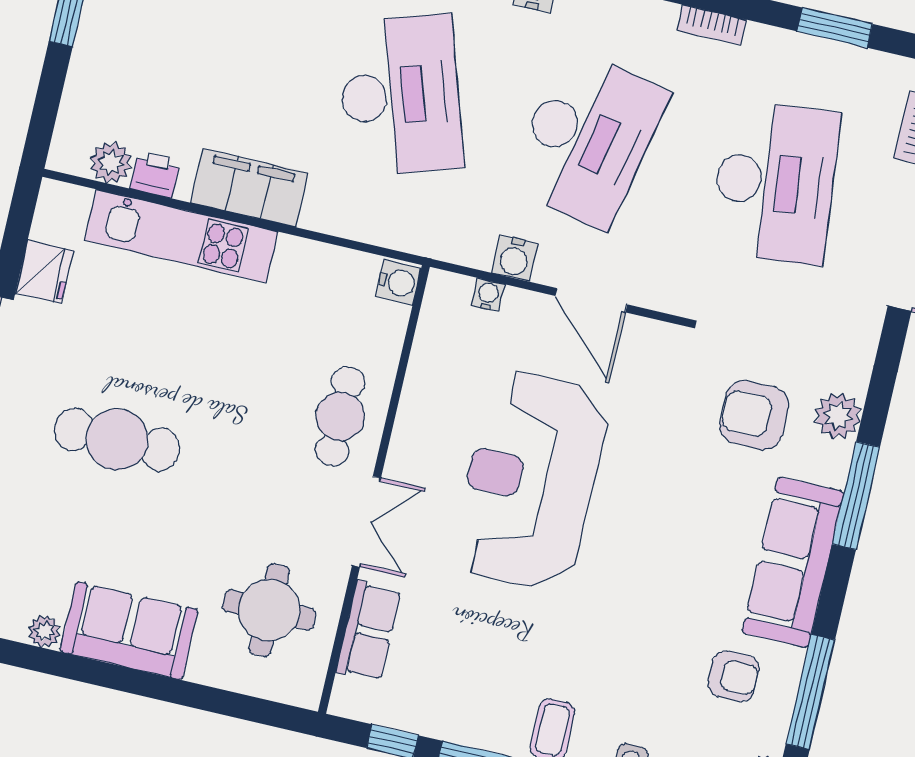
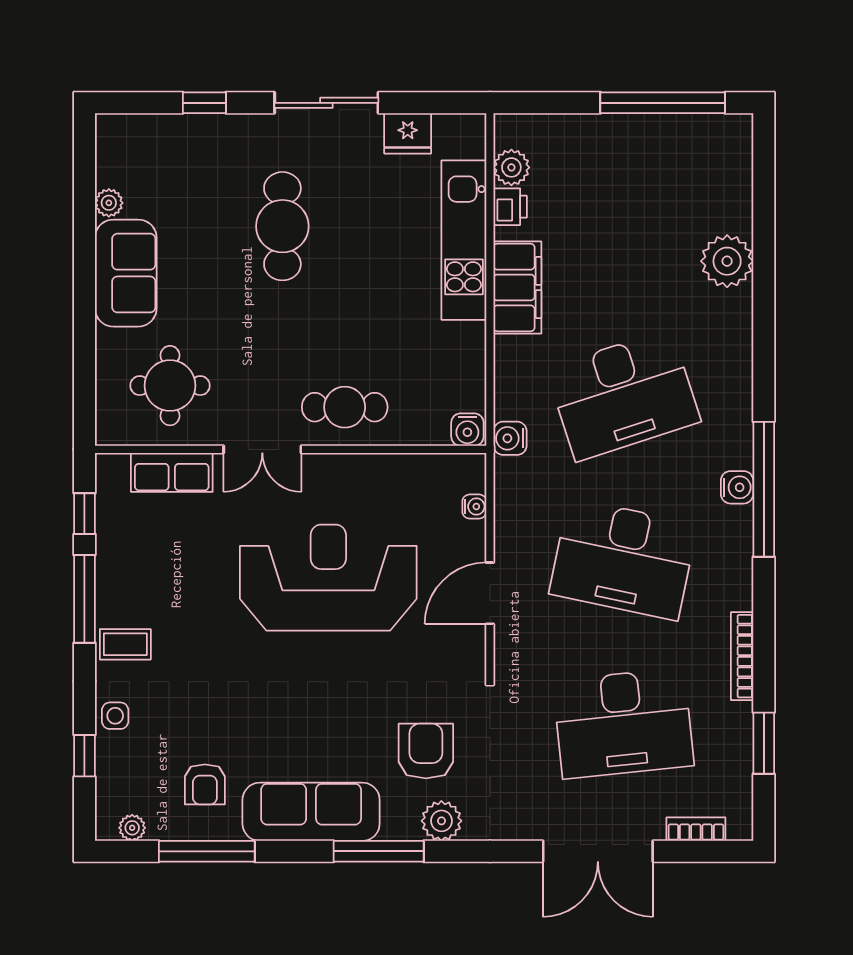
bookcase: (712, 25) -> (742, 656), width x1.56
water cooler: (514, 258) -> (510, 438), moved

